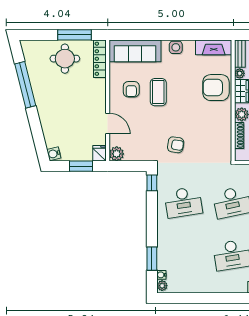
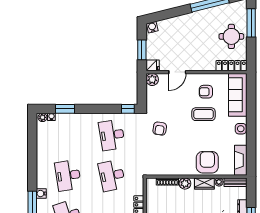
window: (74, 35) -> (251, 23), moved

